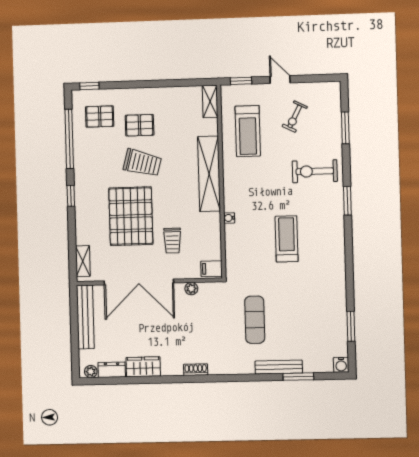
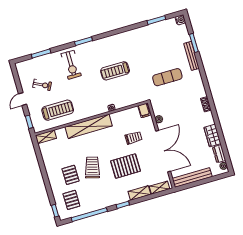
pallet: (131, 216) -> (126, 166), width x0.73, depth x0.71
shelving: (83, 227) -> (139, 193), added

